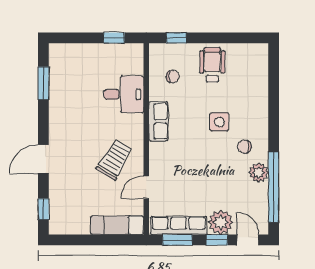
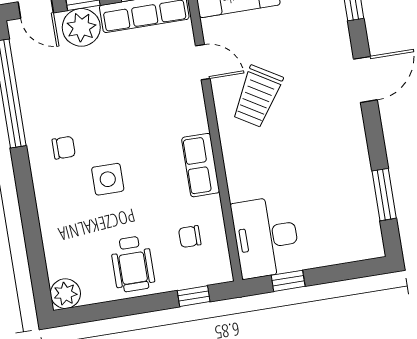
desk: (124, 94) -> (266, 237), moved, width x1.37
plant: (259, 173) -> (65, 294), moved
door: (146, 187) -> (203, 62), hinge flipped

